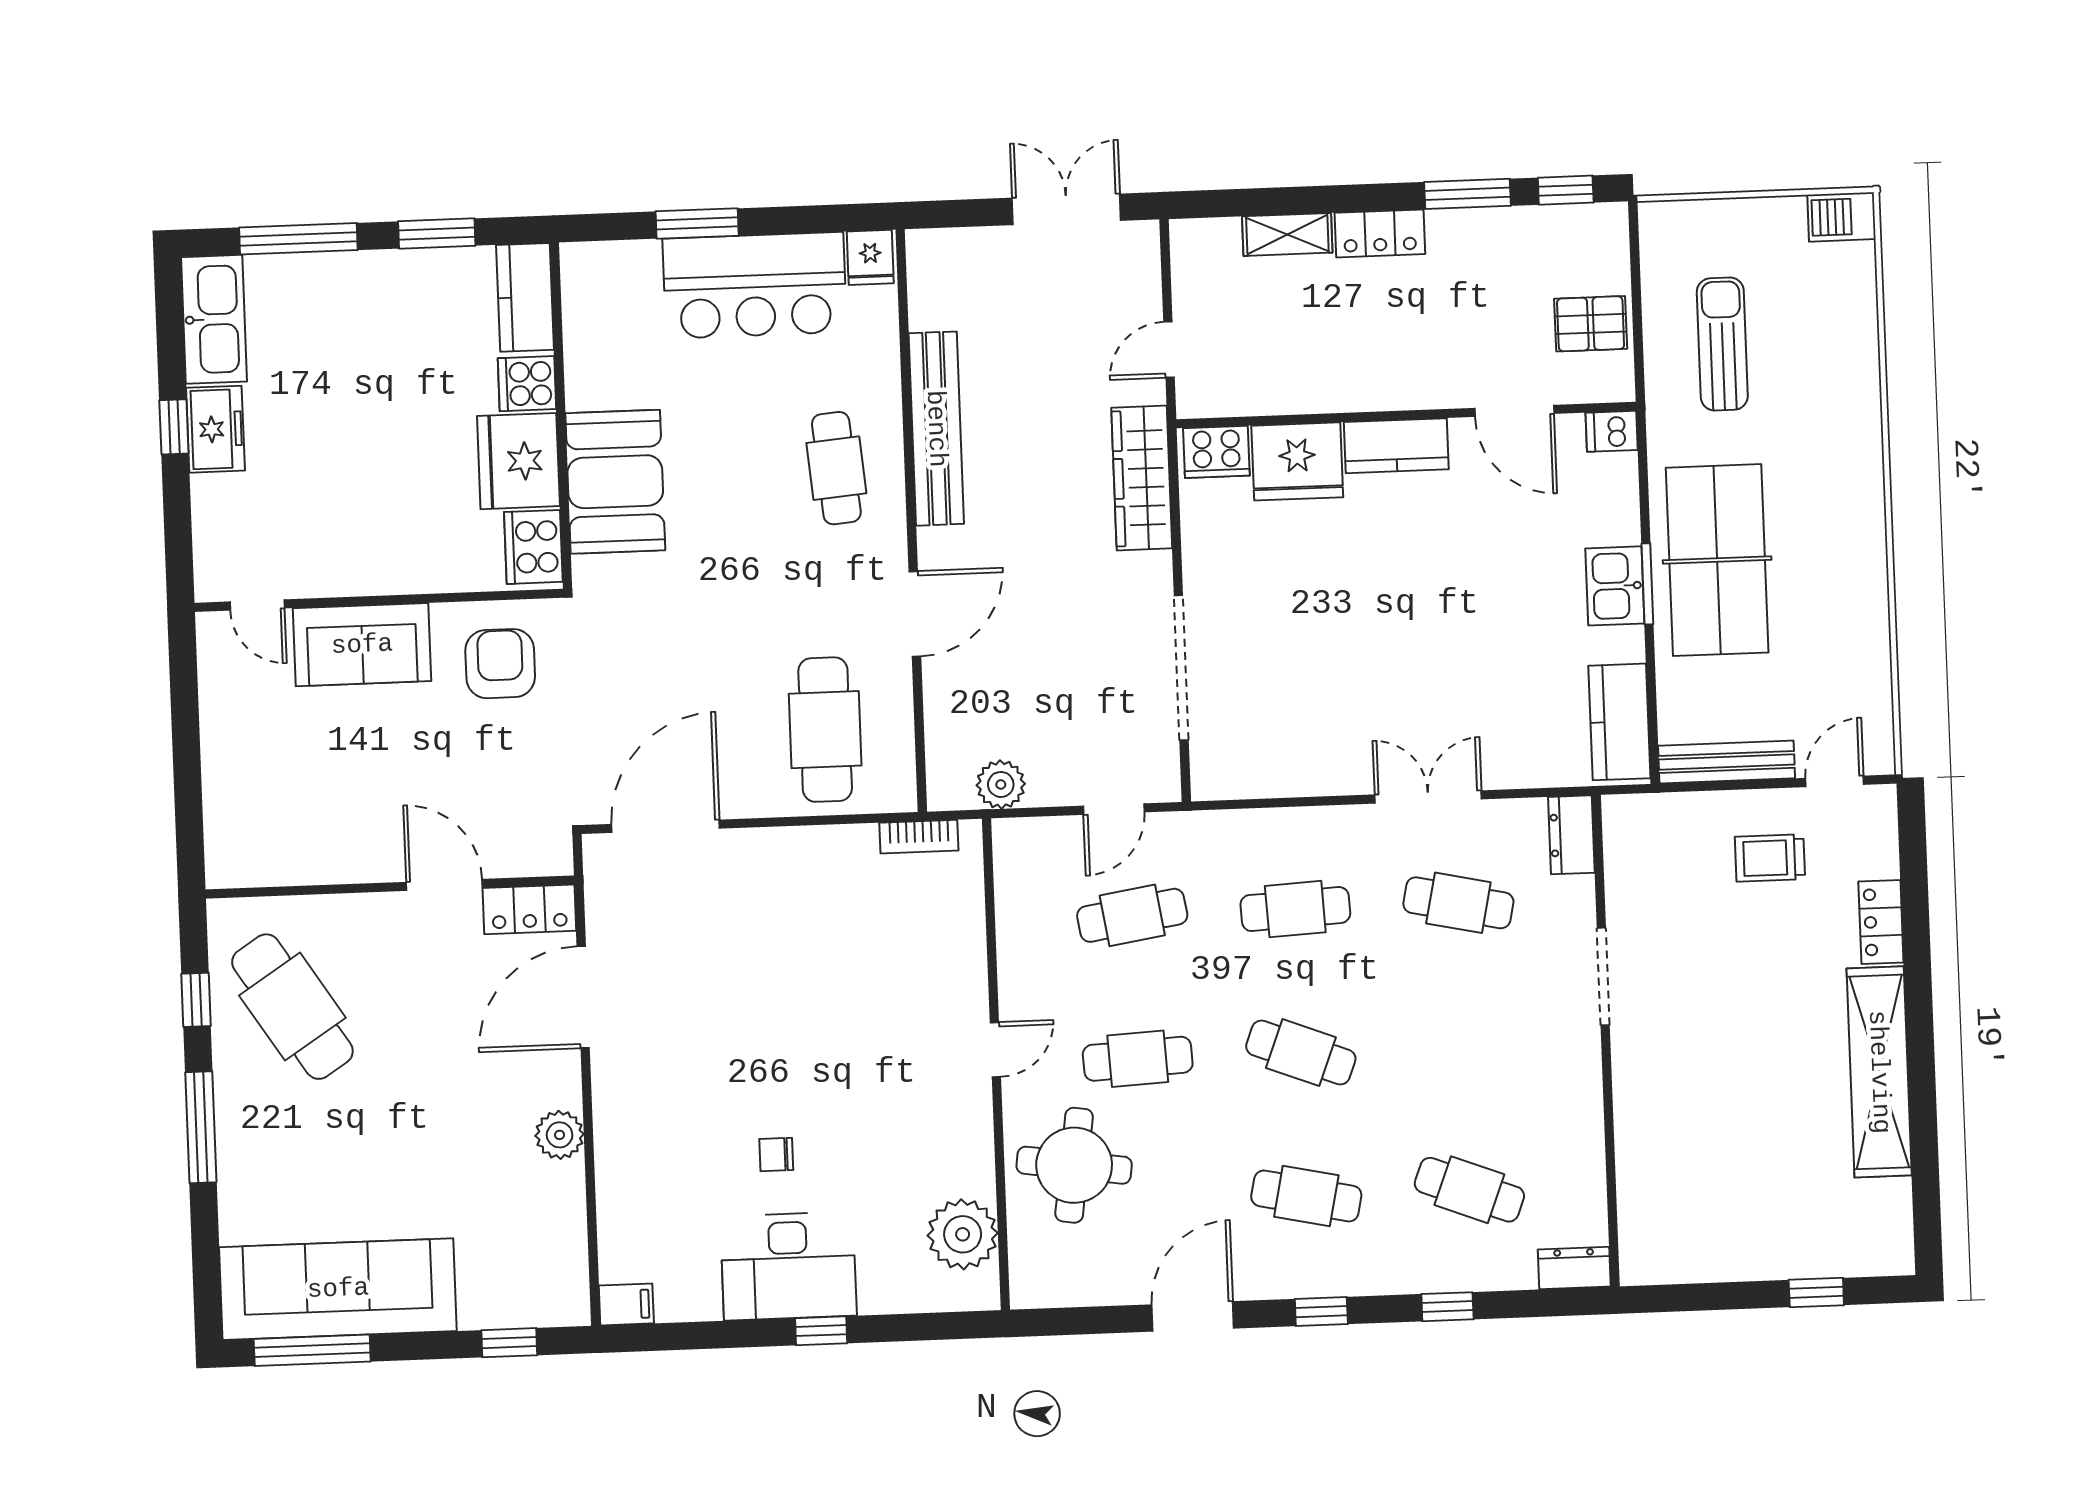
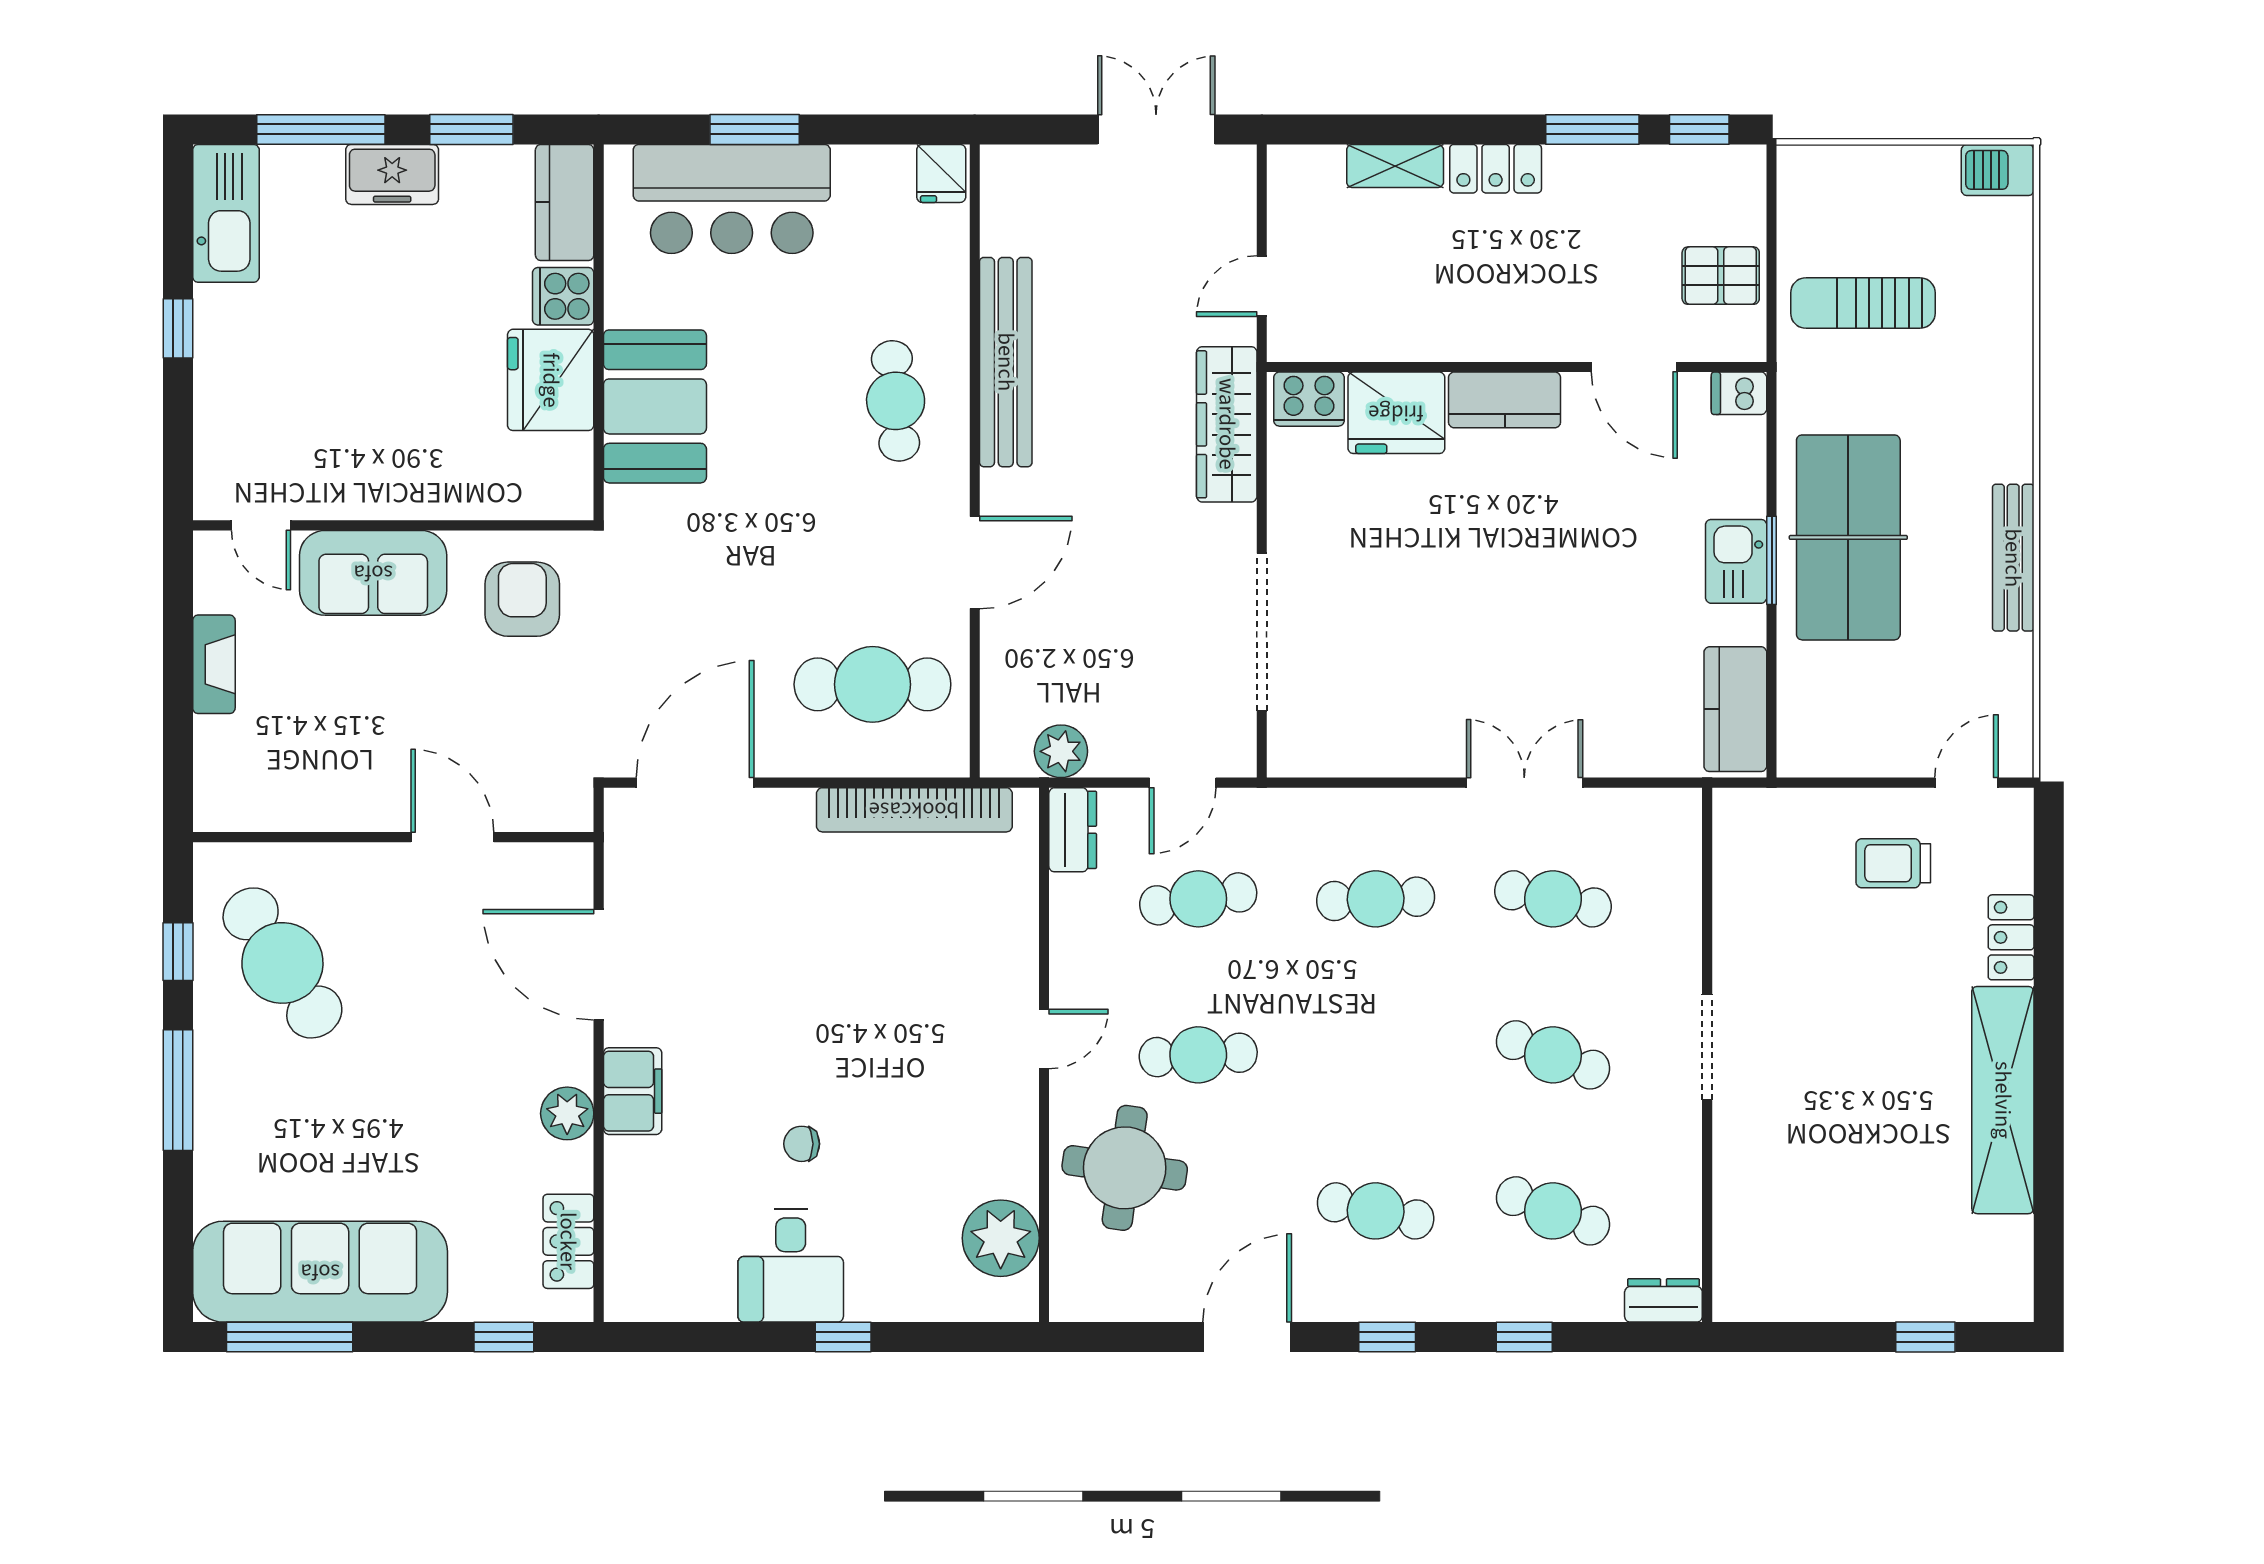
bar counter: (755, 285) -> (732, 199), moved
sun lounger: (1722, 344) -> (1863, 303), turned -90
freezer: (215, 429) -> (392, 174), moved, turned 90
cooker: (533, 547) -> (563, 474), removed
cafe table: (825, 730) -> (872, 684), turned 90
fireplace: (219, 734) -> (214, 664), added
bench: (1727, 762) -> (2013, 558), moved, turned 90
dresser: (1571, 835) -> (1073, 830), moved, turned 180
bookcase: (919, 837) -> (914, 810), width x2.31, depth x1.31
locker: (529, 909) -> (568, 1241), moved, turned 90
doorway: (1603, 977) -> (1707, 1047), moved
door: (583, 997) -> (599, 965), hinge flipped
cafe table: (1301, 1053) -> (1553, 1055), moved
desk: (788, 1266) -> (791, 1265), width x0.73
filing cabinet: (626, 1304) -> (633, 1091), moved, width x2.00

